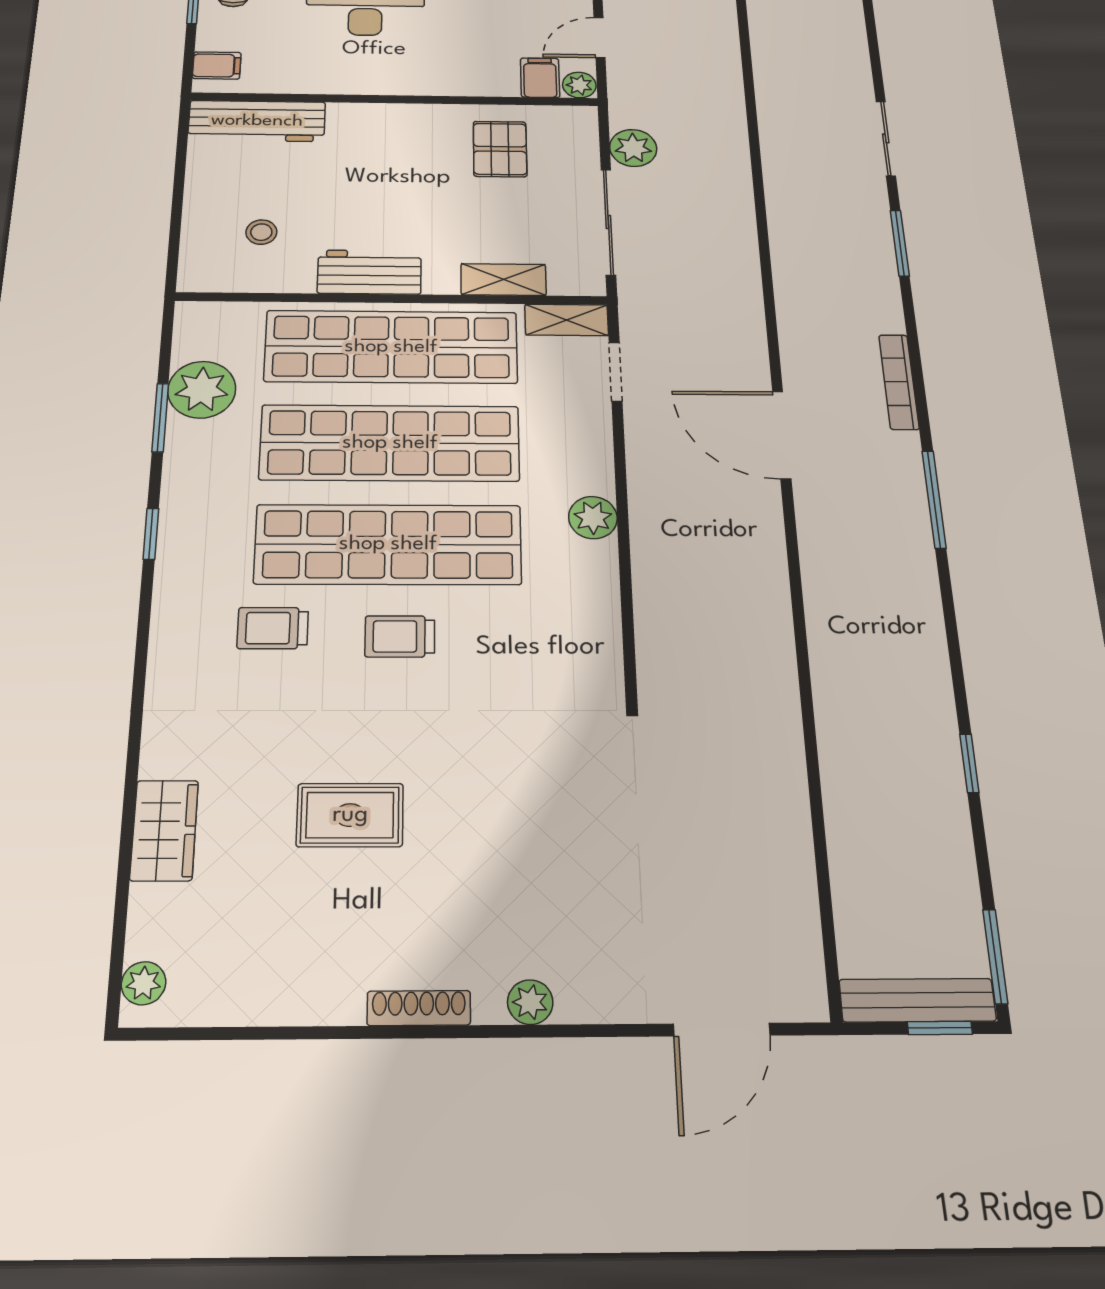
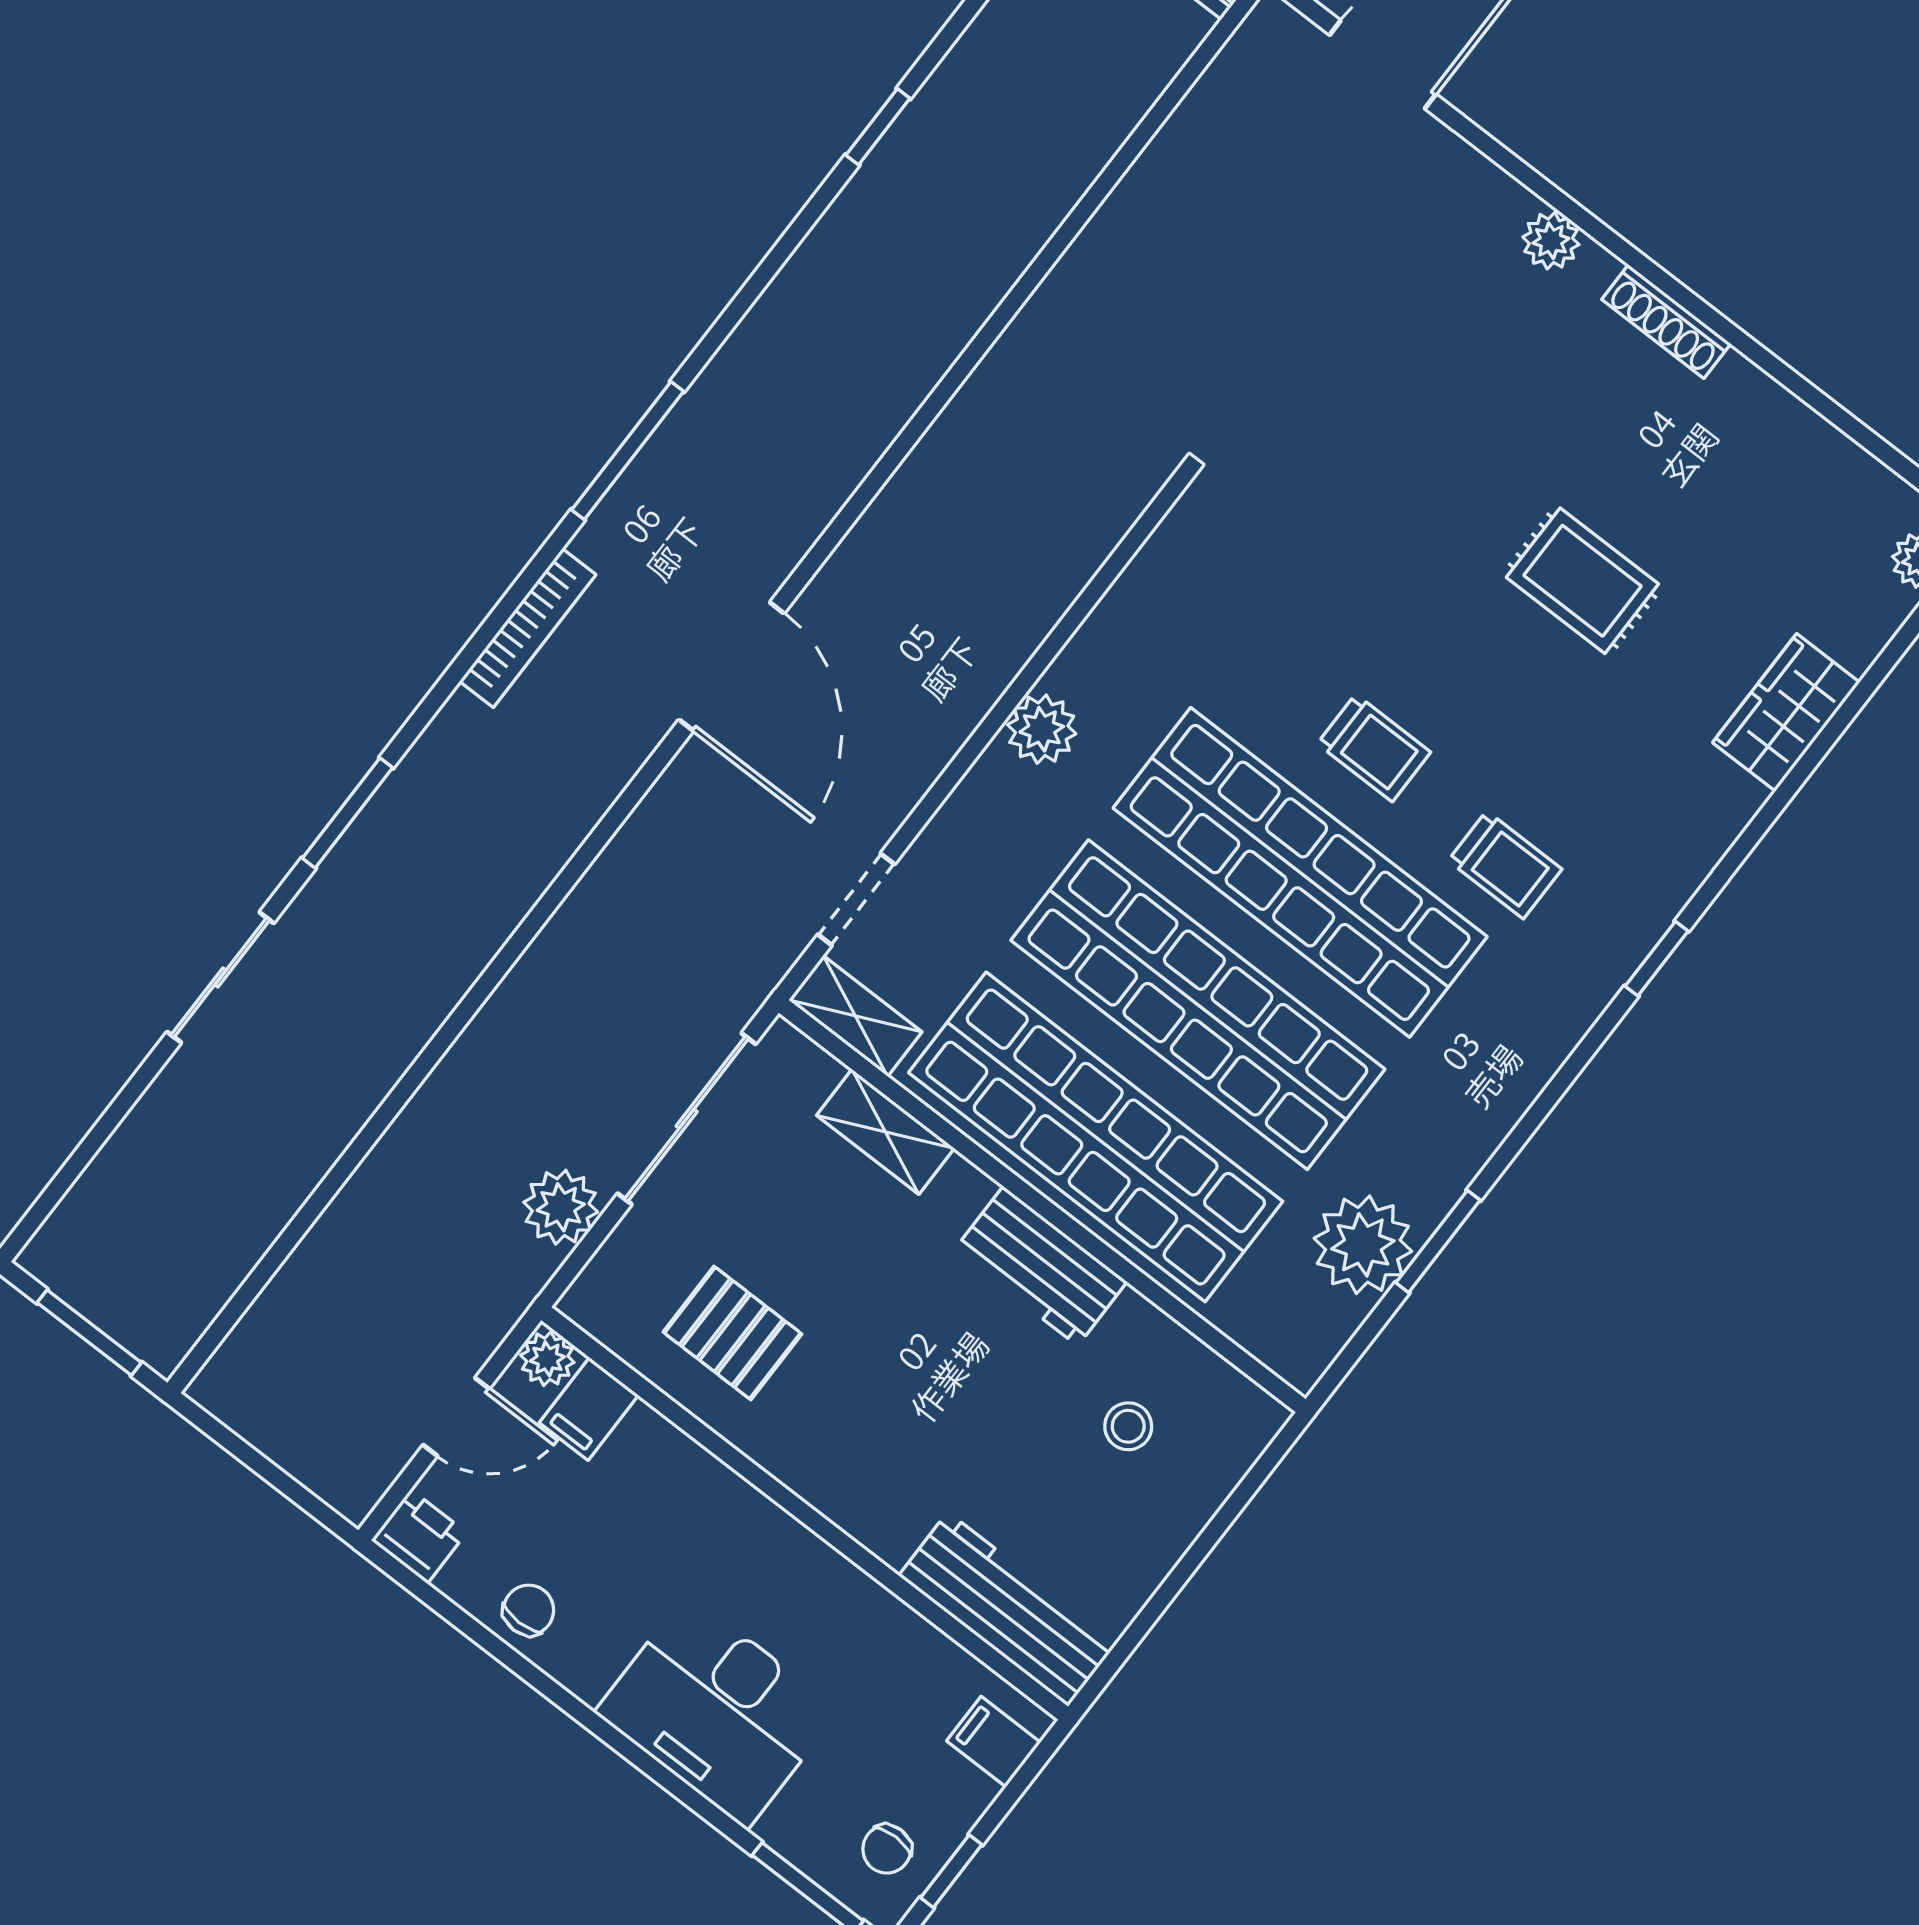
pallet: (500, 149) -> (732, 1333), turned 90
window: (151, 534) -> (1657, 959), moved

